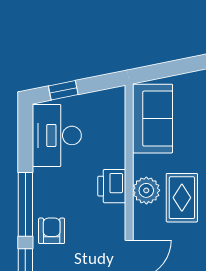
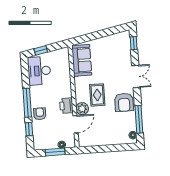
printer: (112, 186) -> (66, 106), moved
plant: (146, 190) -> (82, 109), moved

